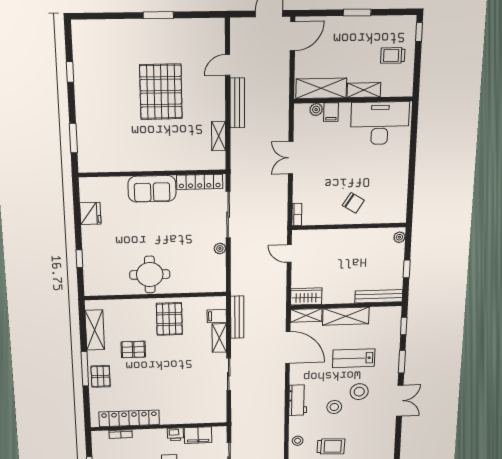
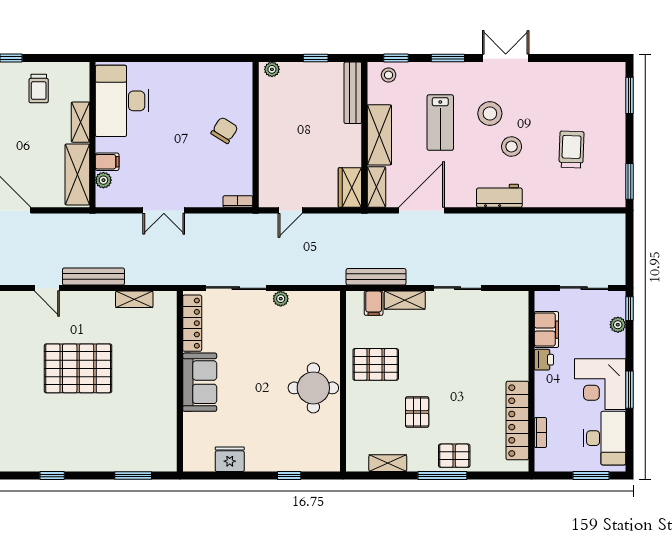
shelving: (95, 330) -> (388, 463), width x0.67, depth x0.75
stool: (298, 441) -> (389, 75), moved

